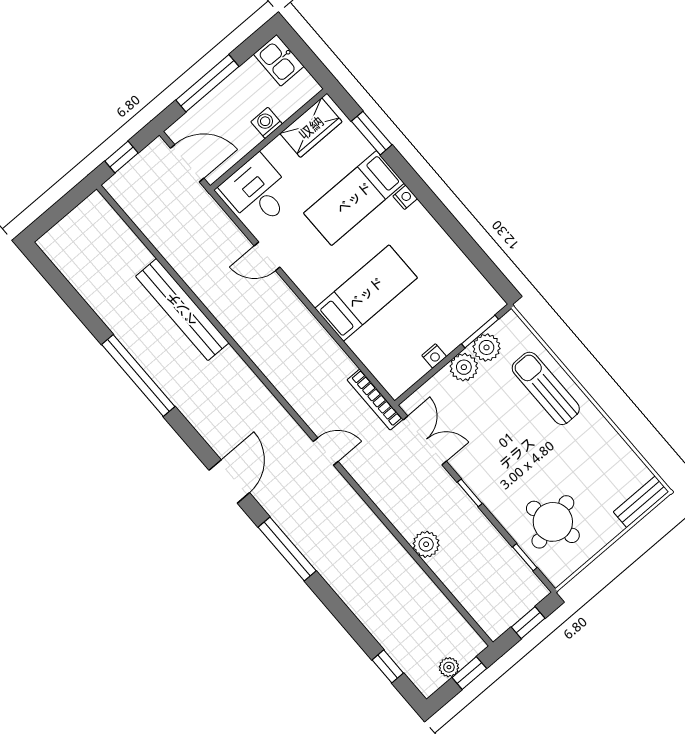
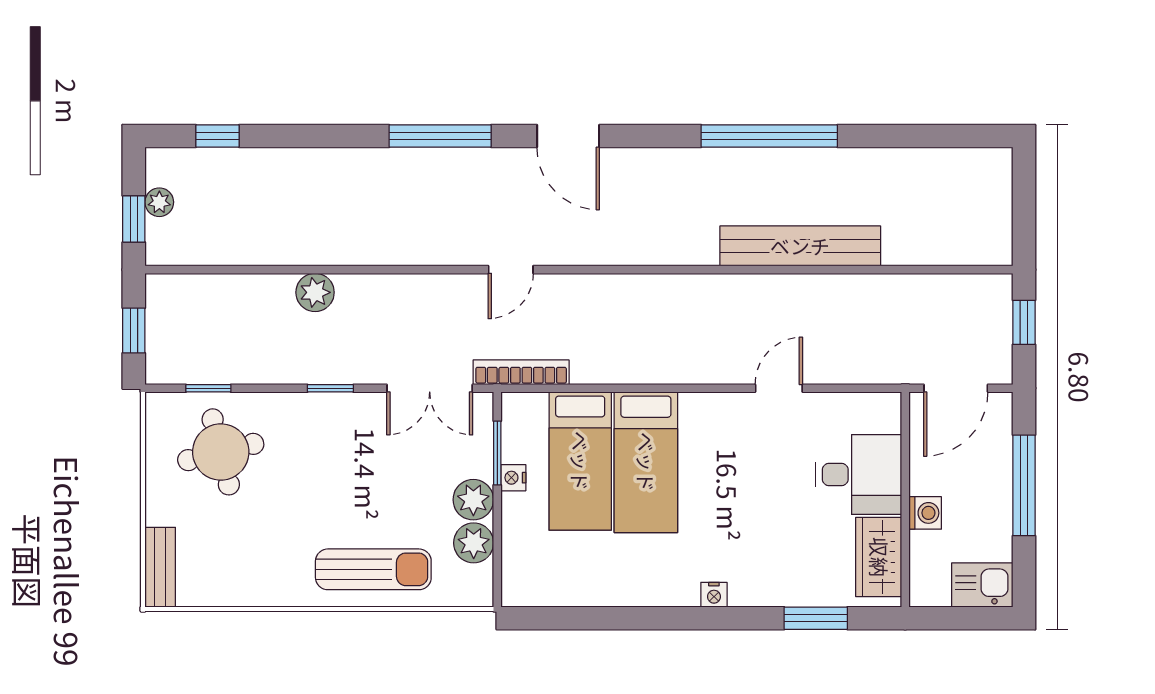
desk: (258, 192) -> (858, 475), moved
bed: (354, 198) -> (580, 461), moved, turned 180
window: (480, 331) -> (497, 453), moved

